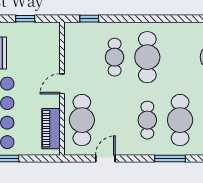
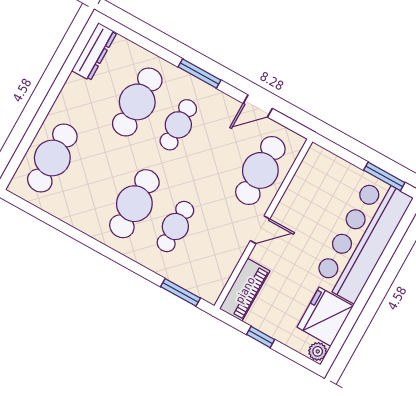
window: (89, 19) -> (180, 292), width x1.50
piano: (51, 129) -> (245, 290), moved
window: (170, 159) -> (200, 73), moved

